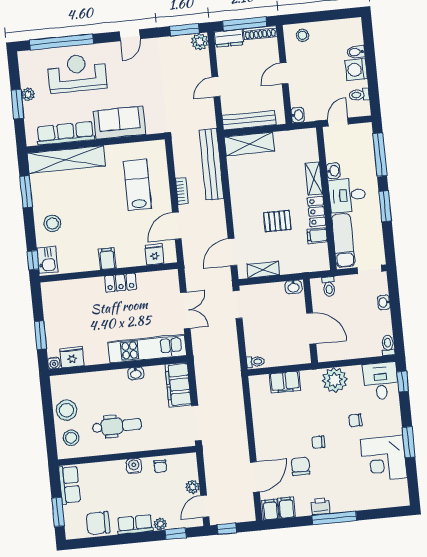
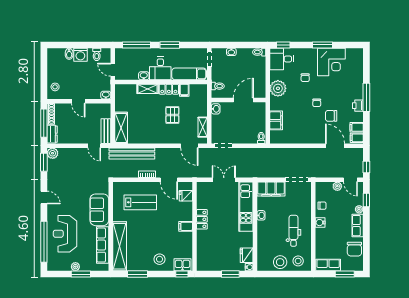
door: (216, 87) -> (94, 146), moved
bench: (249, 120) -> (106, 131), width x0.73
lab bench: (137, 185) -> (140, 202), turned 180

